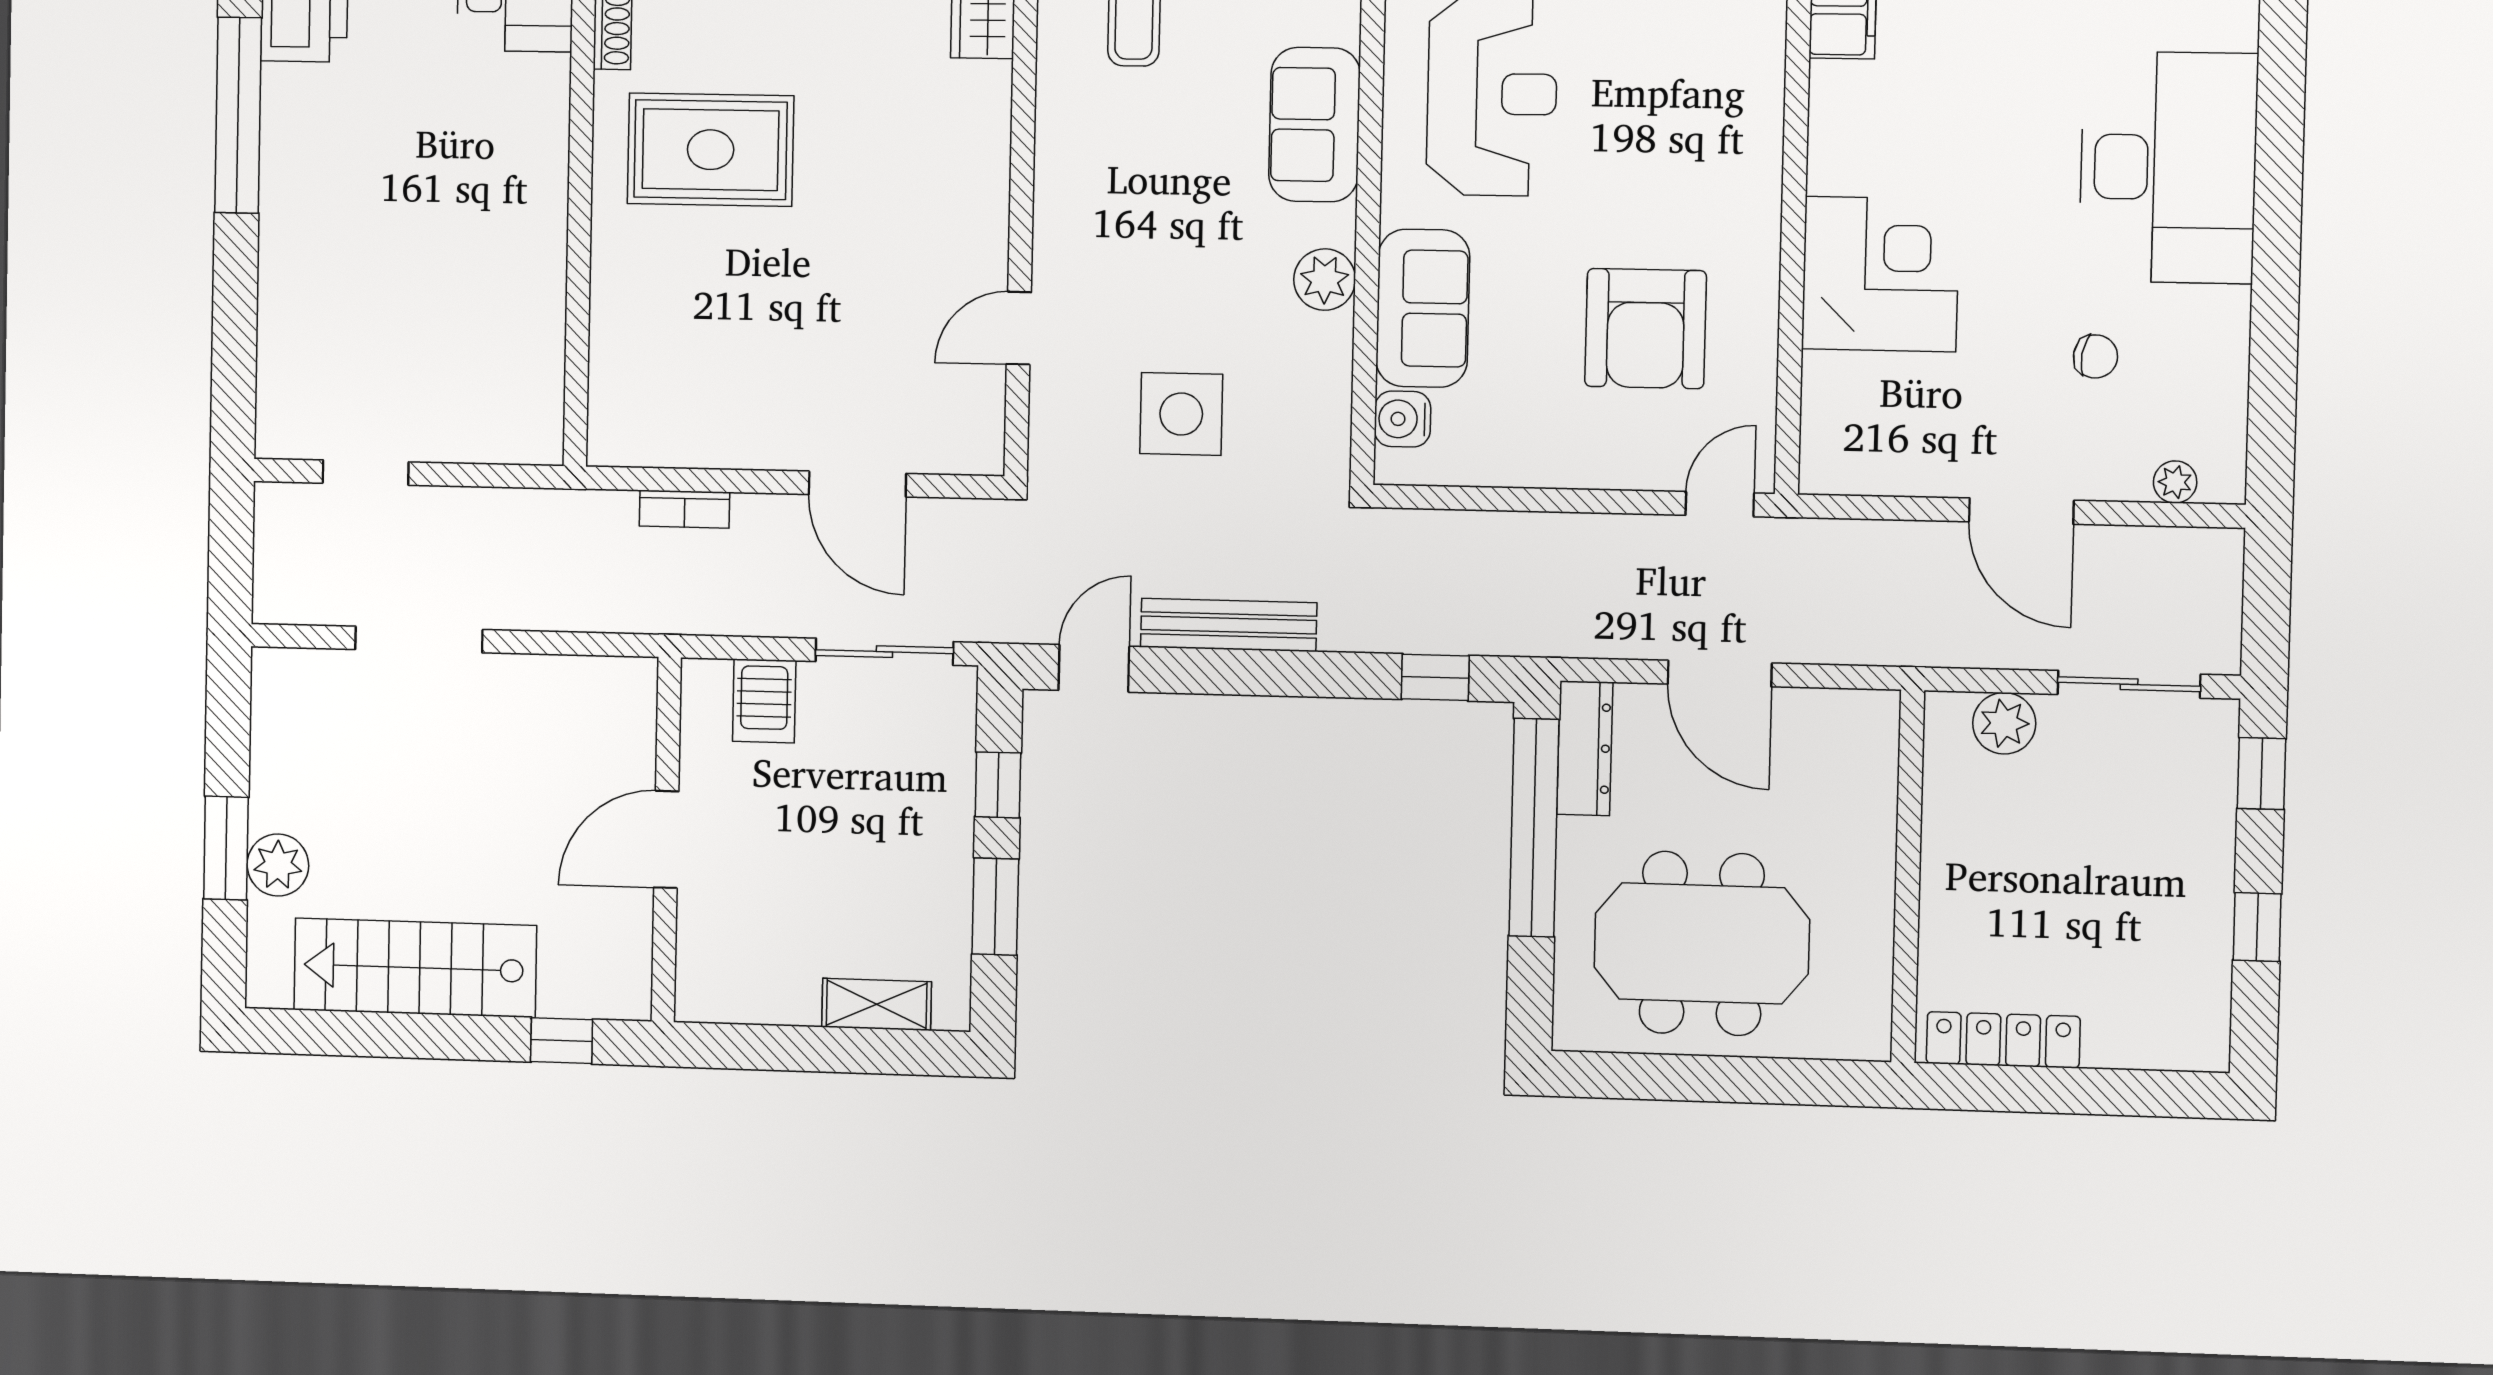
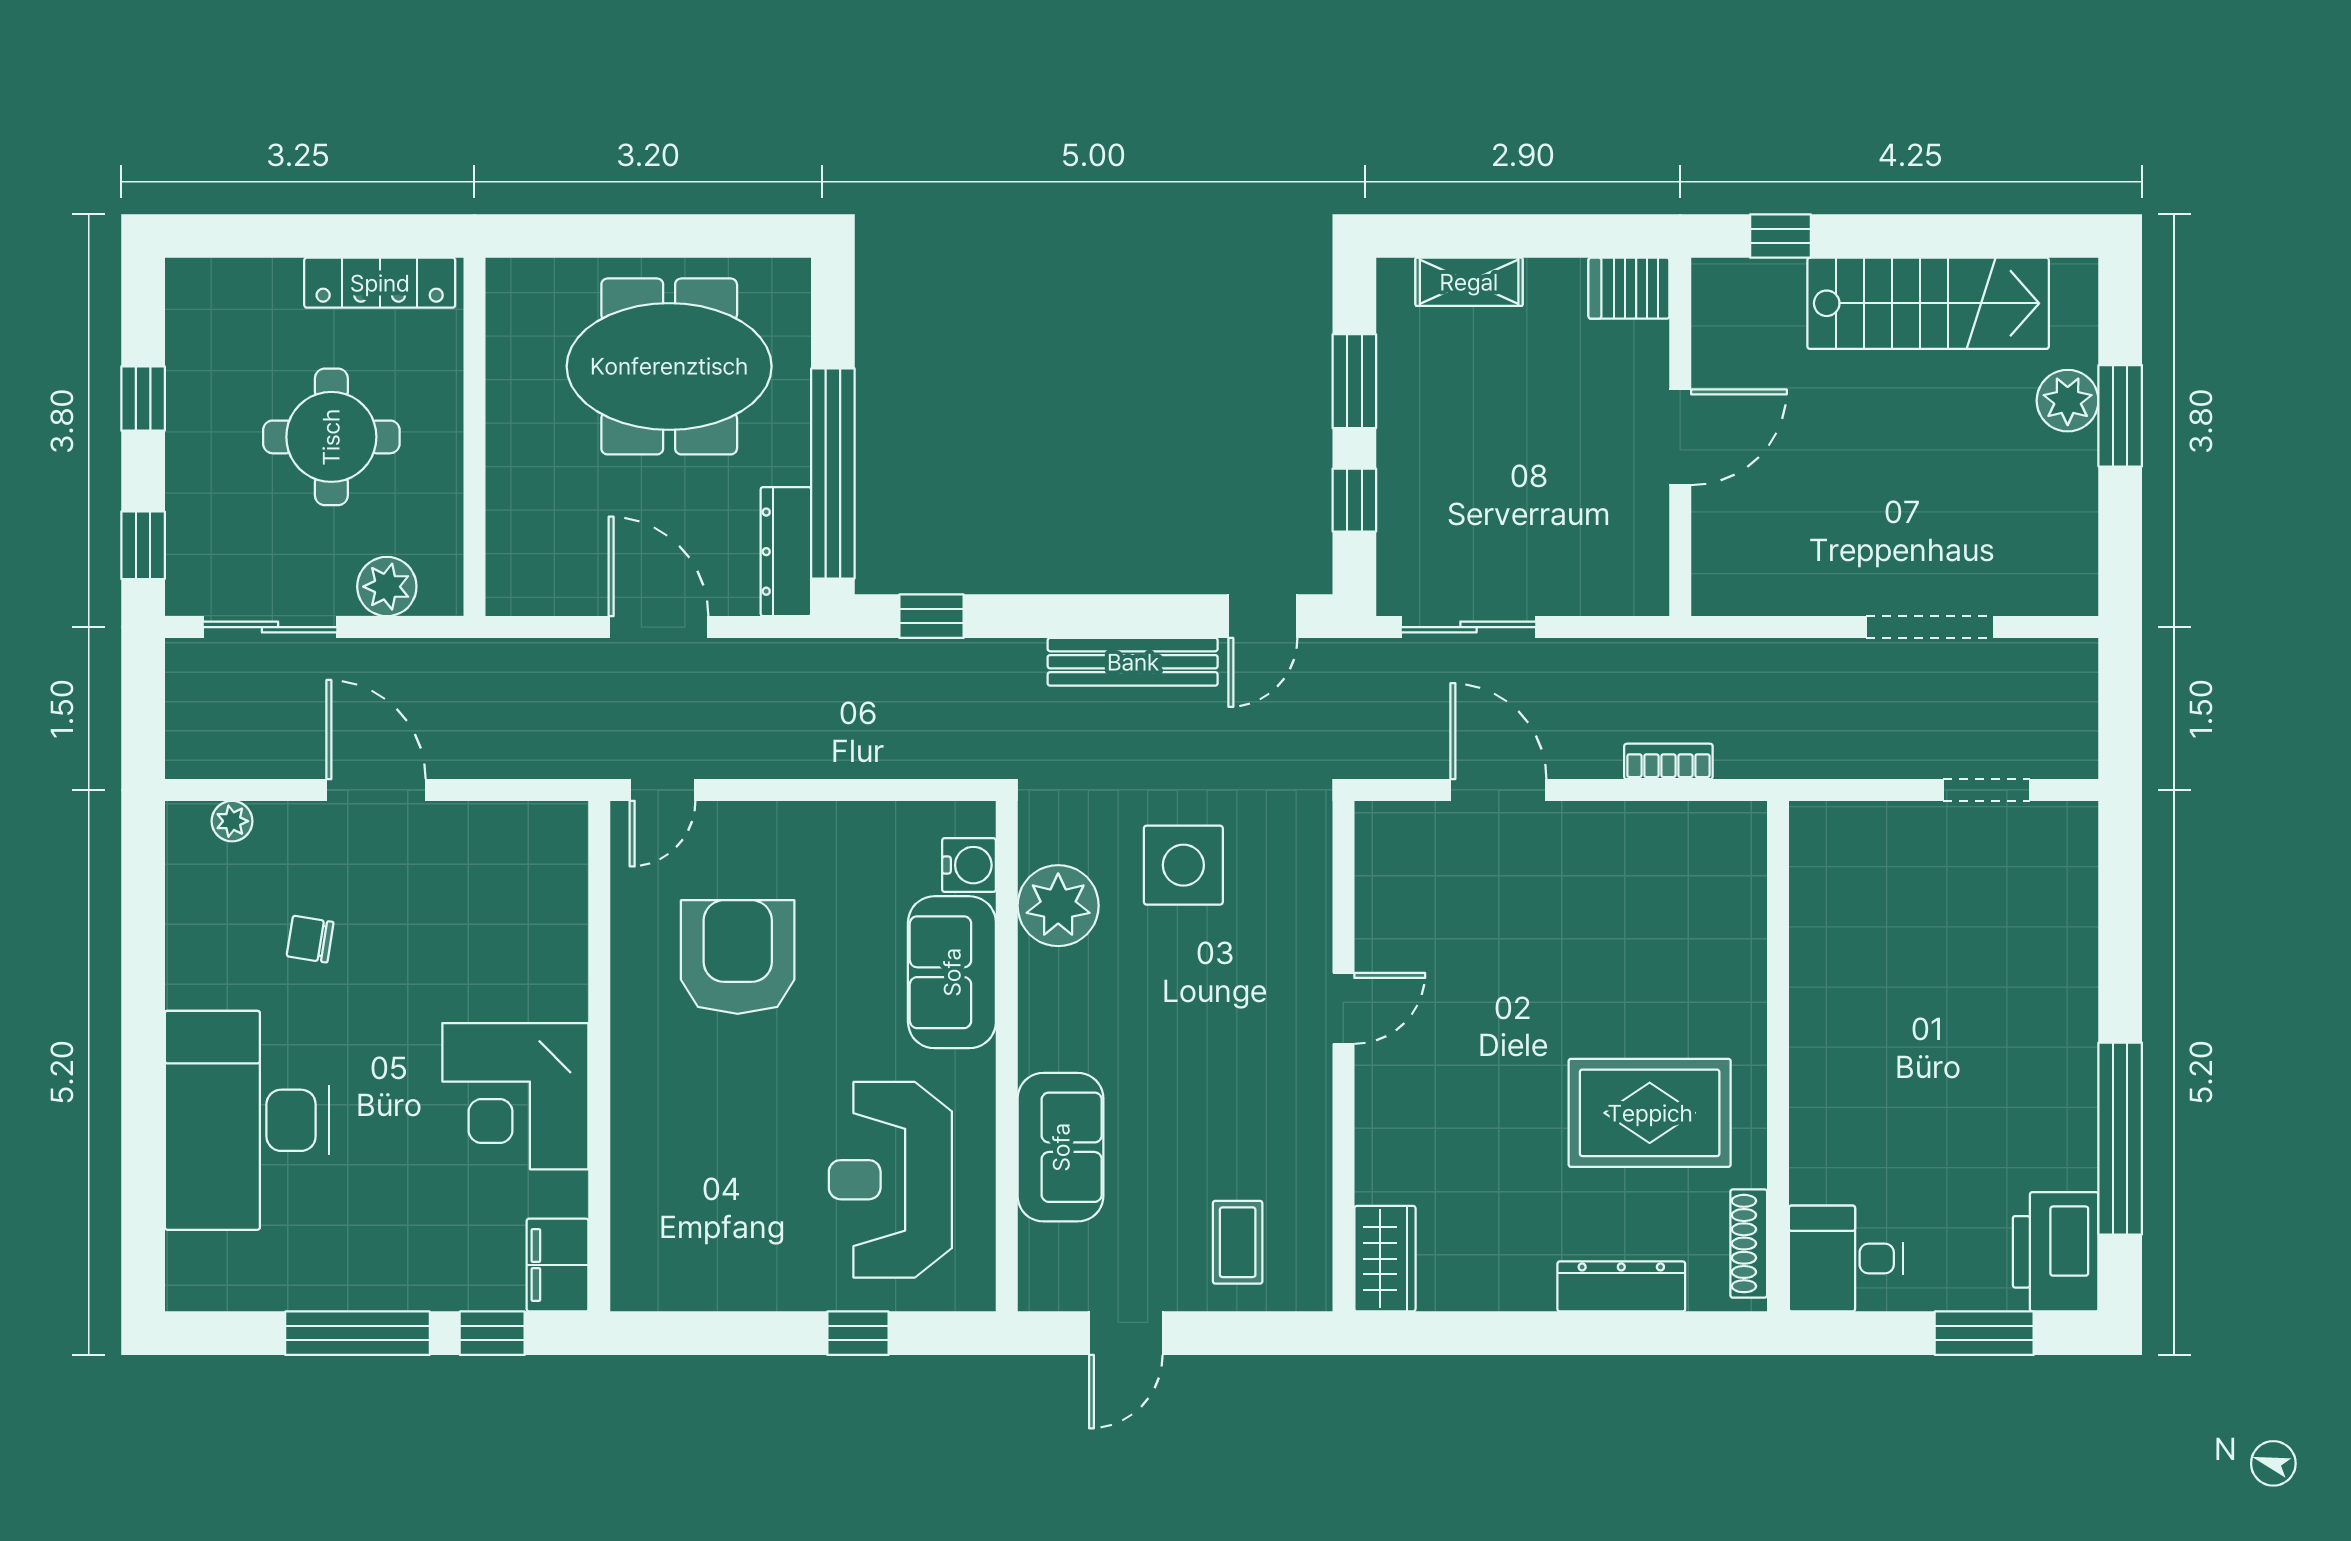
corner desk: (1880, 274) -> (515, 1096), moved
plant: (1325, 280) -> (1058, 906), moved, width x1.36, depth x1.36
door: (1019, 328) -> (1343, 1008), moved
server rack: (764, 701) -> (1629, 288), moved, turned -90
round table: (2059, 881) -> (331, 437), added

